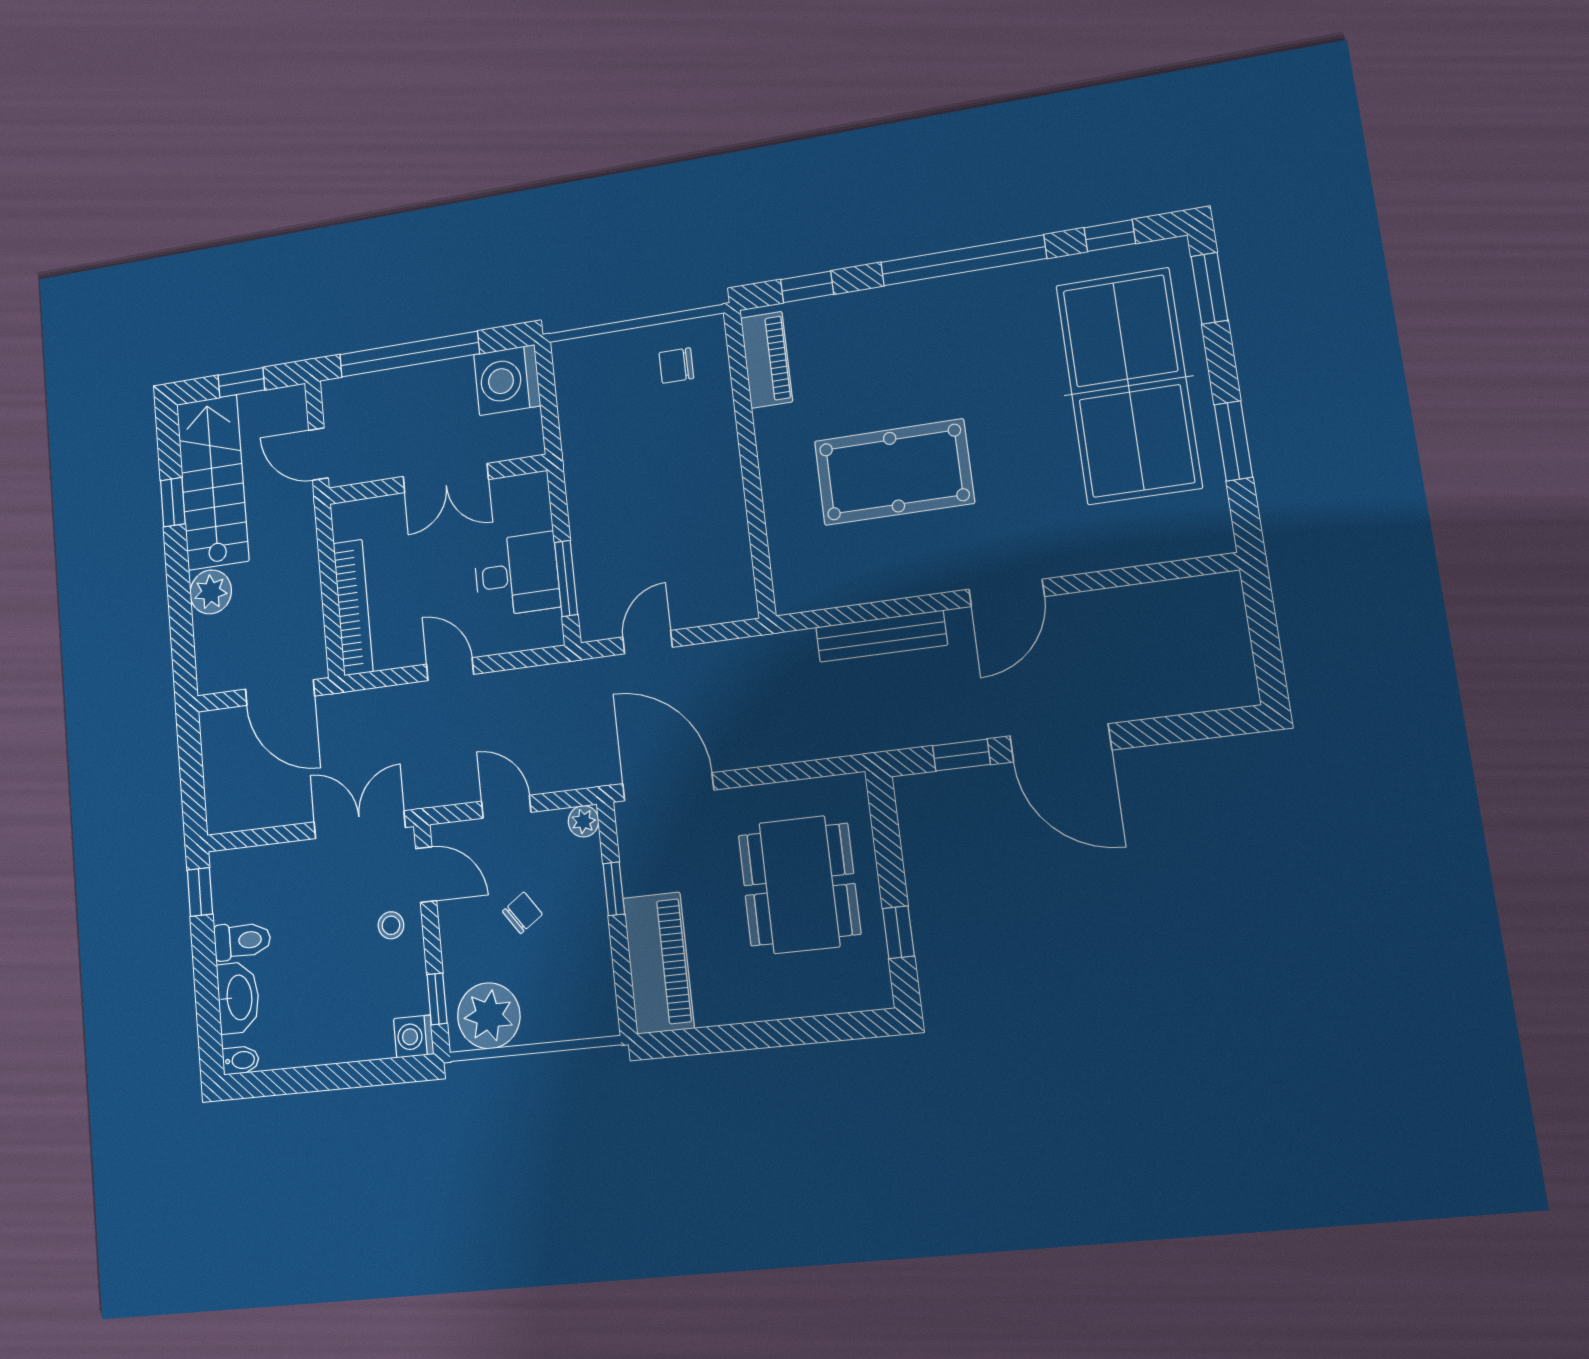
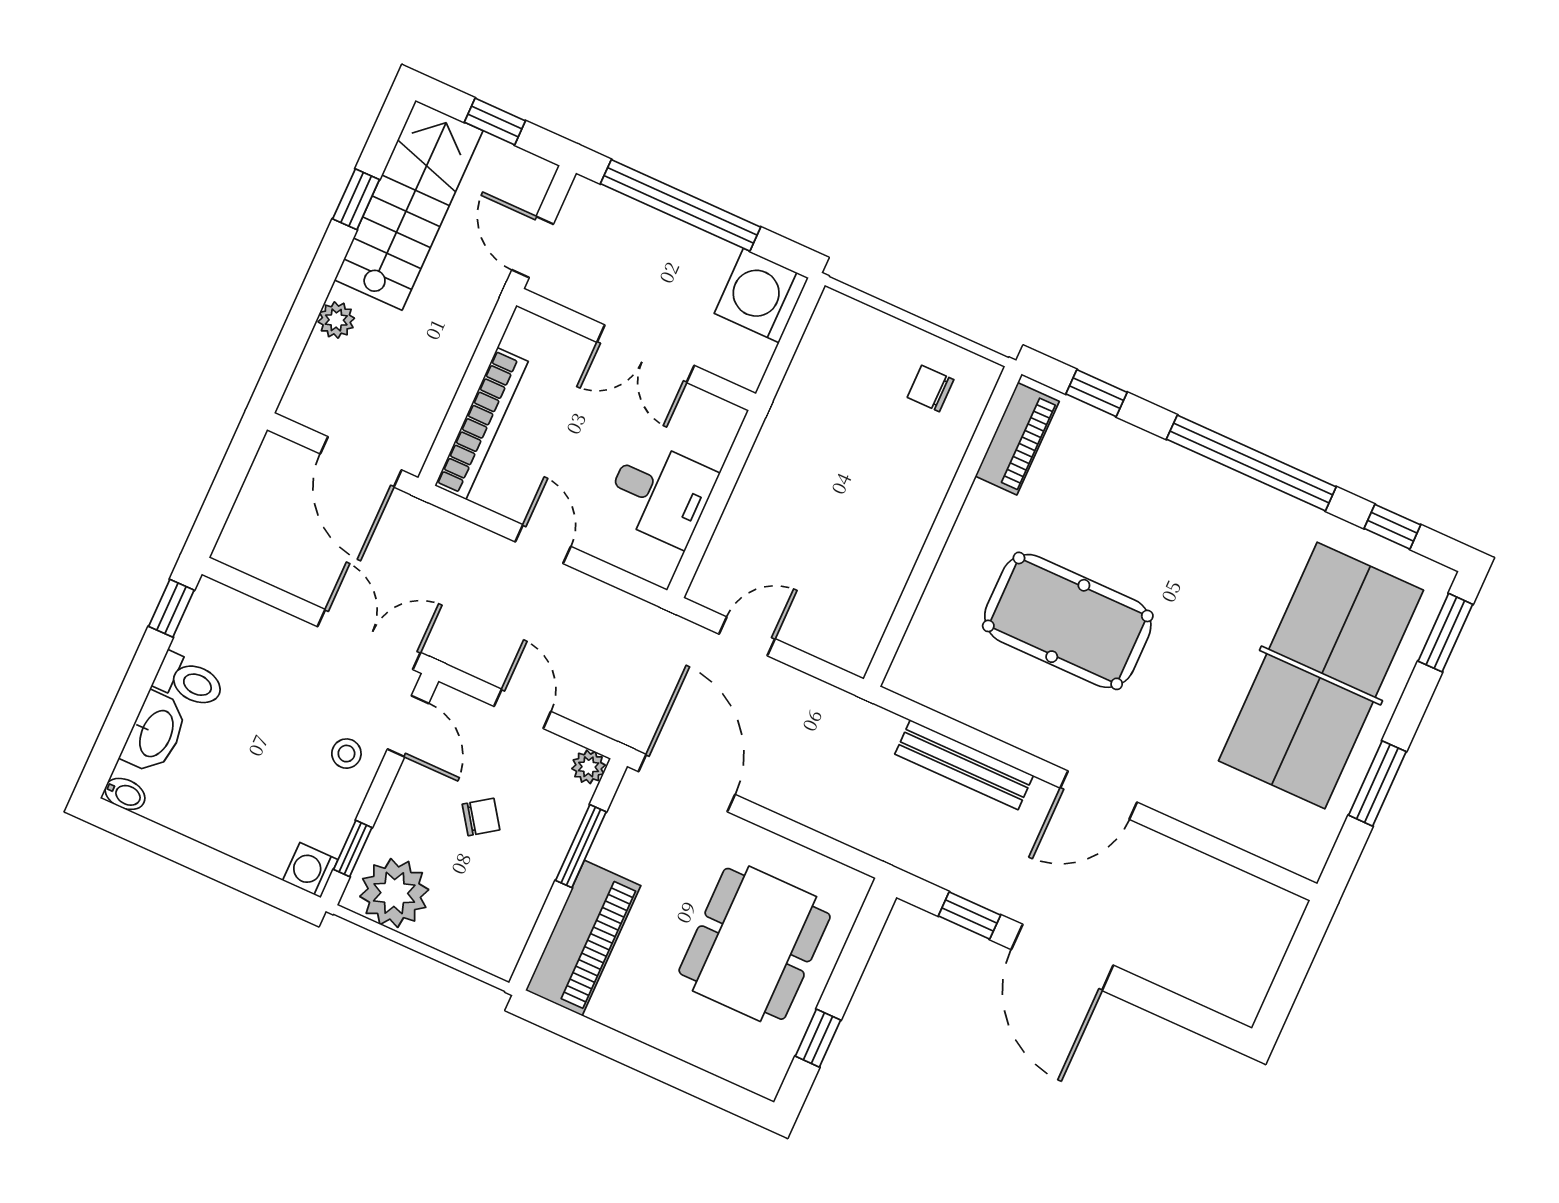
window: (566, 578) -> (706, 527), removed
plant: (211, 592) -> (336, 320), width x0.73, depth x0.73
window: (614, 889) -> (581, 846), width x1.50

